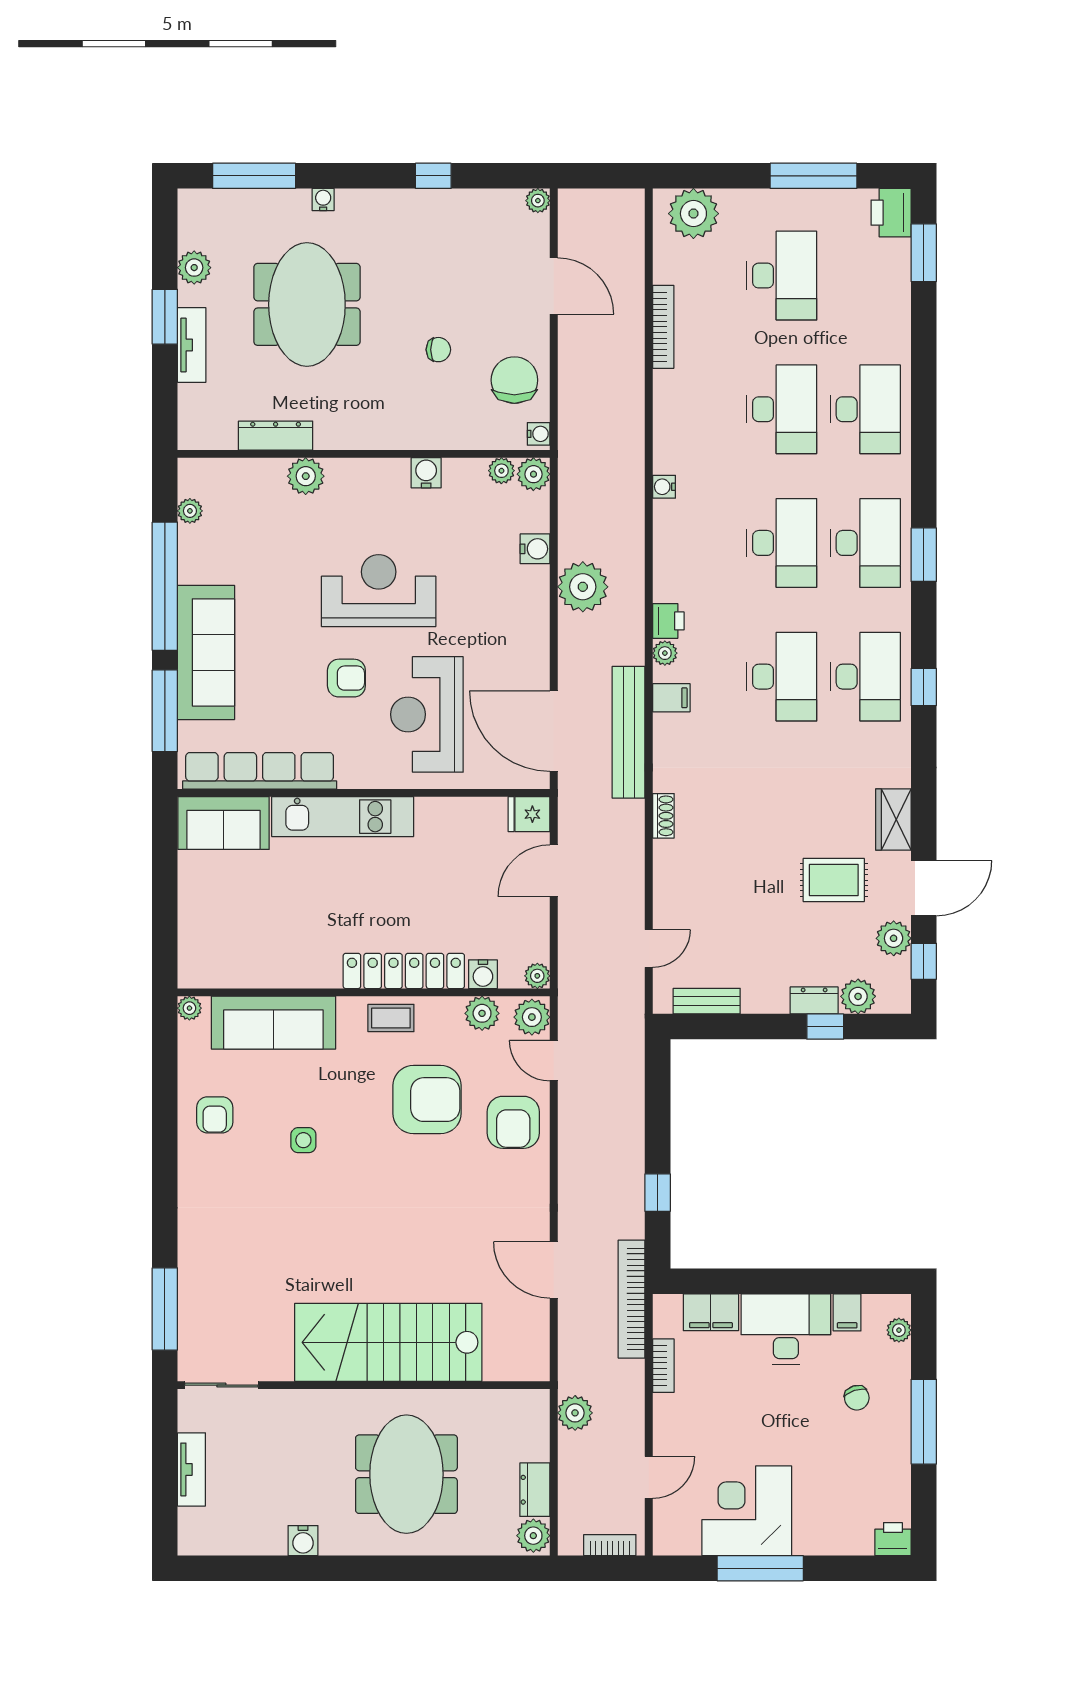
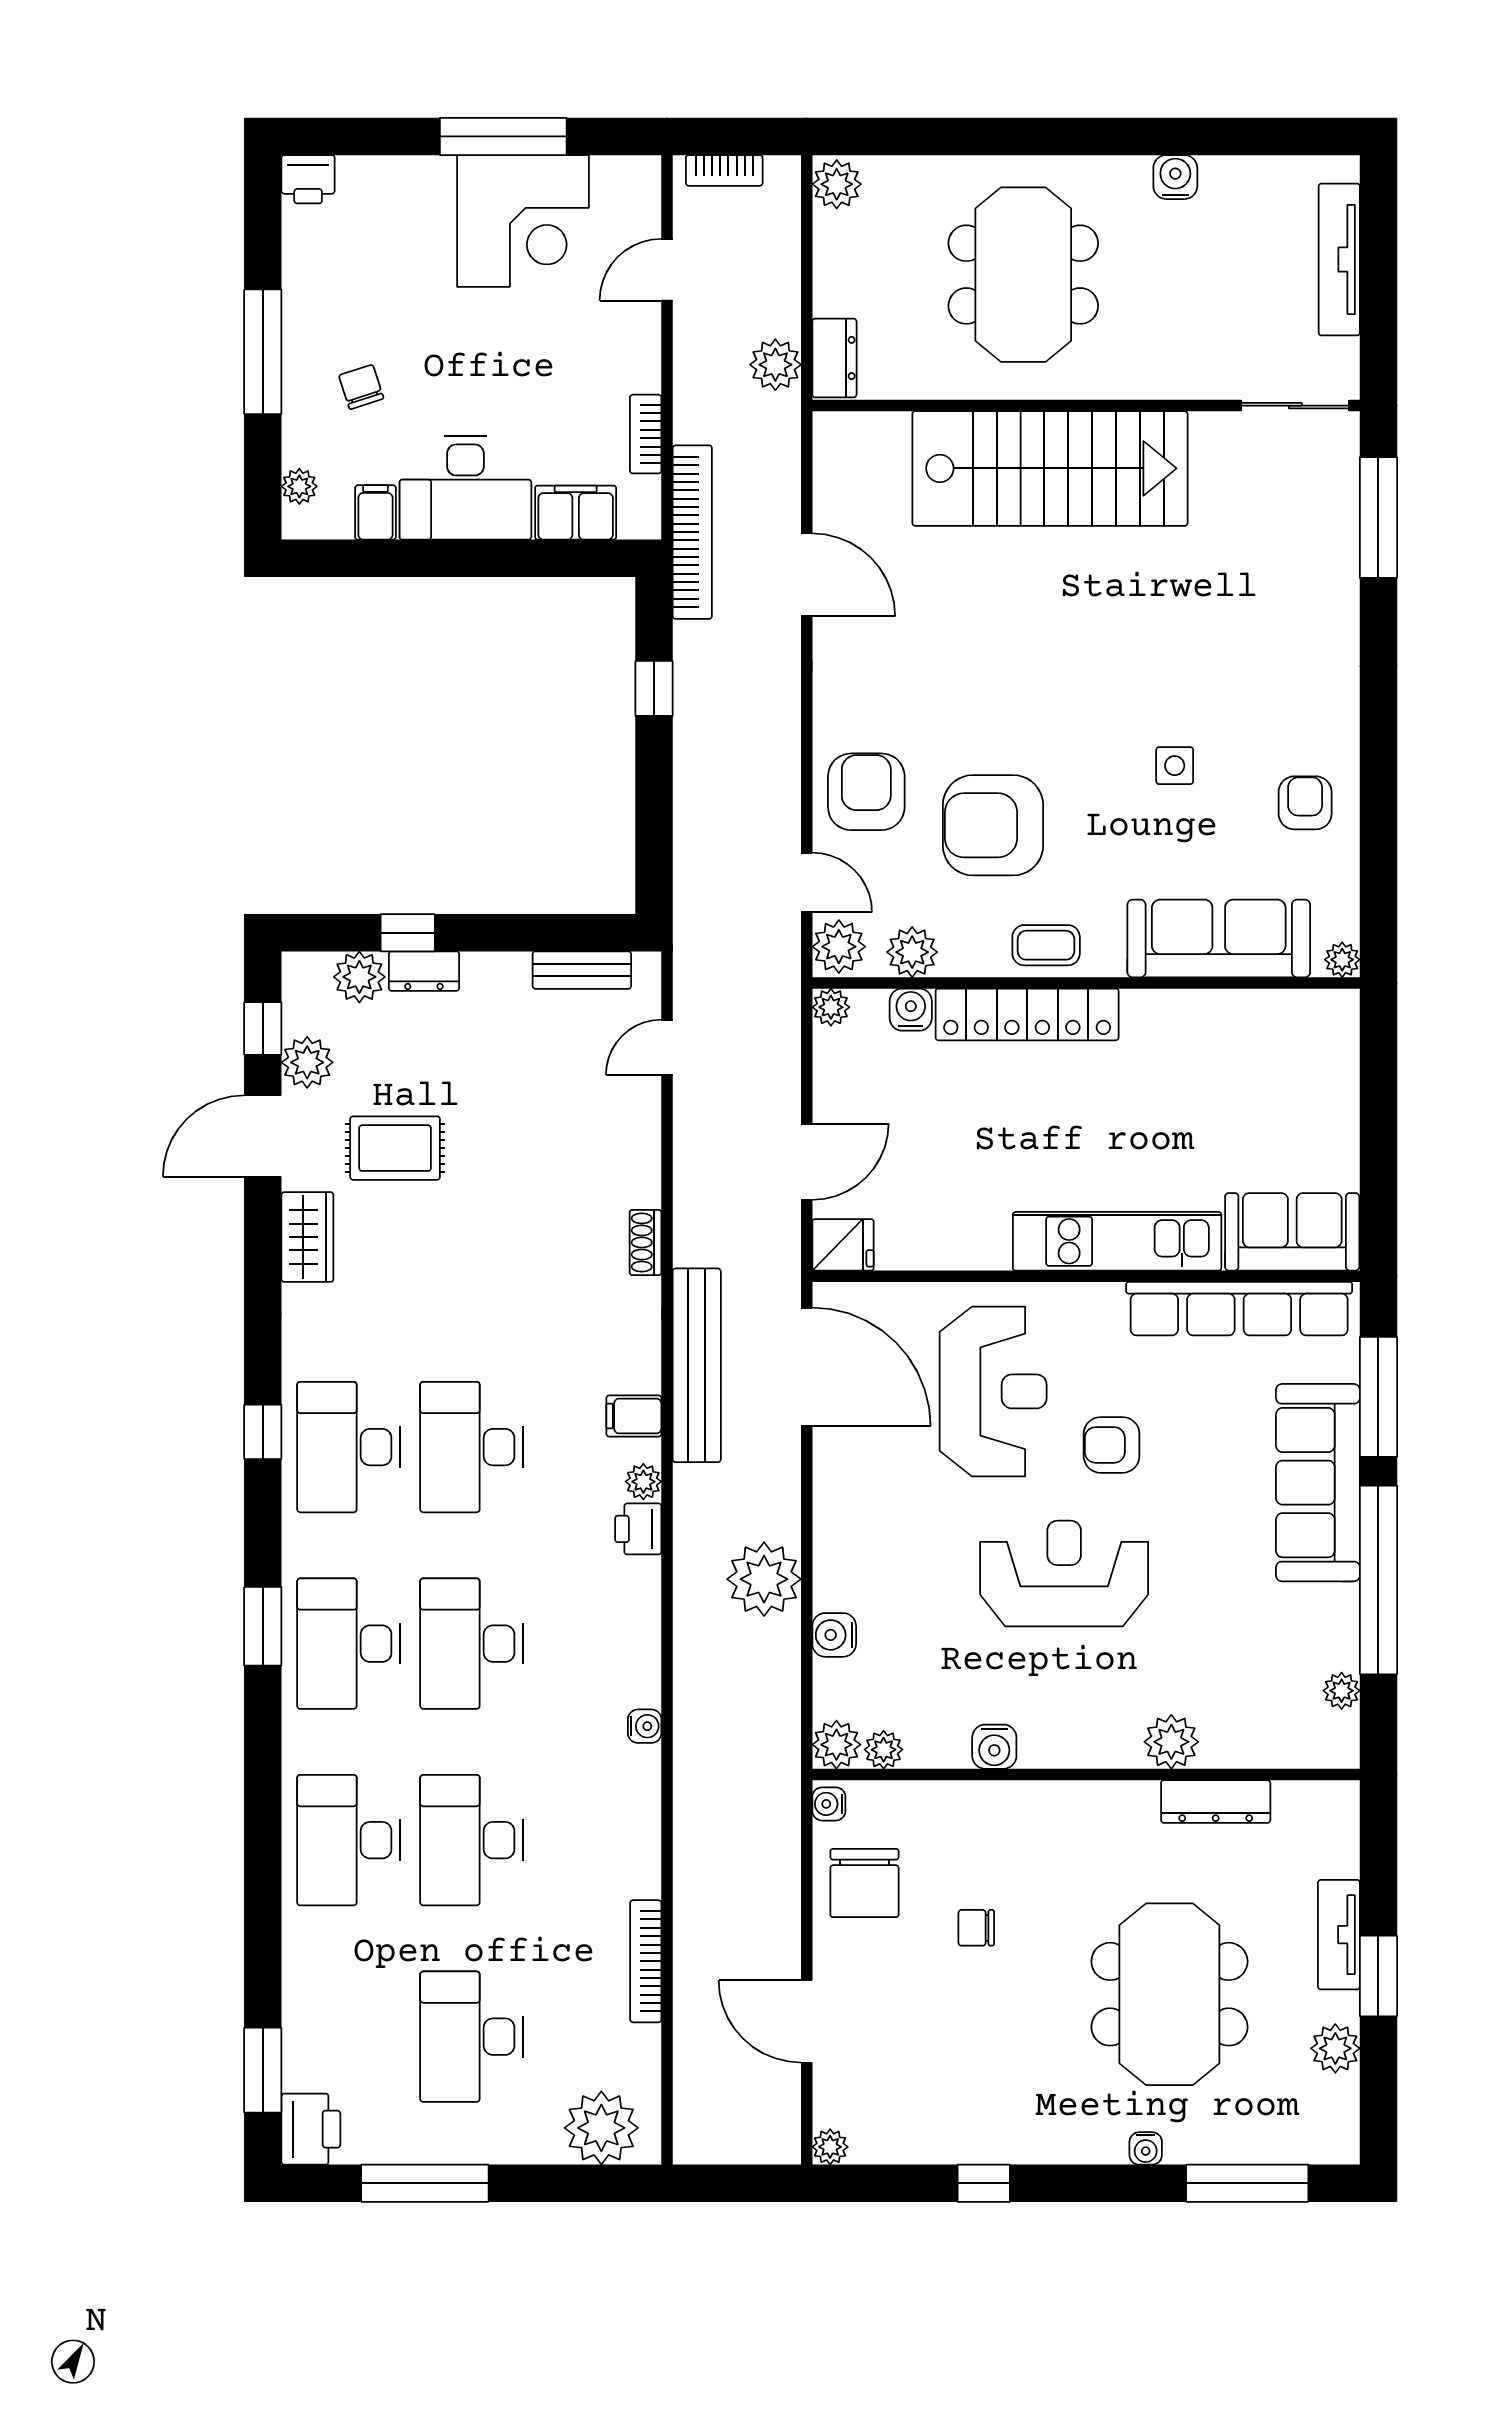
reception desk: (379, 591) -> (1064, 1574), turned 180
tv unit: (191, 1469) -> (1339, 260), width x1.41
dresser: (535, 1490) -> (834, 358), moved

